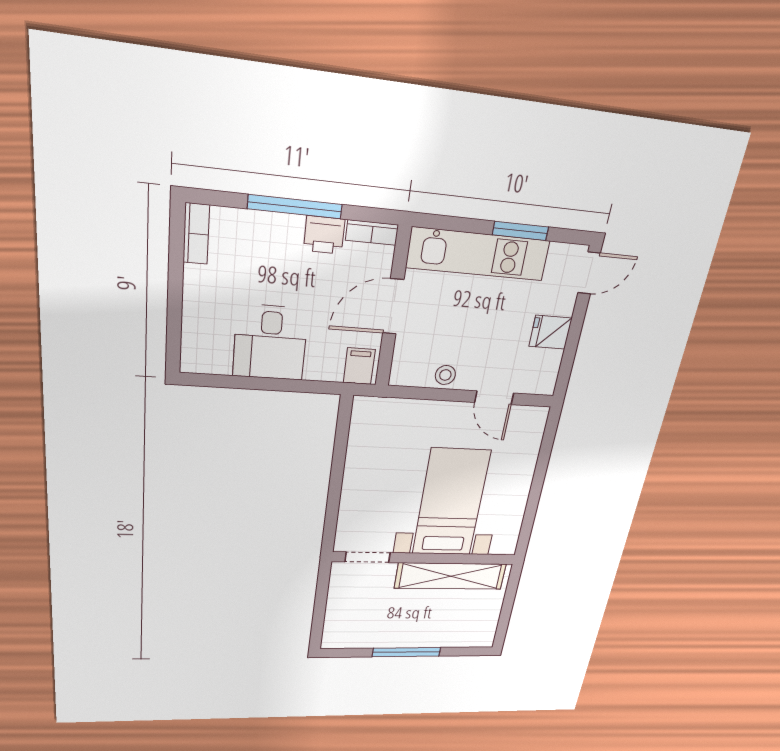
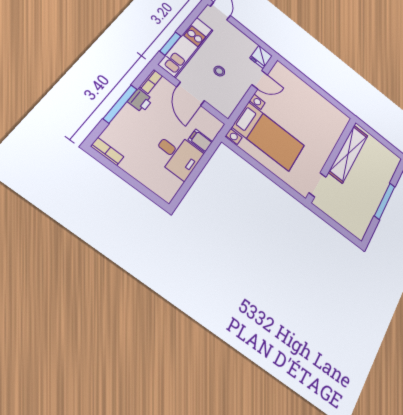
window: (520, 231) -> (170, 44), moved
fridge: (551, 332) -> (261, 57), moved
filing cabinet: (359, 366) -> (200, 141), moved
stool: (445, 375) -> (219, 71), moved
bed with nightstands: (451, 503) -> (268, 136), moved, turned 180

